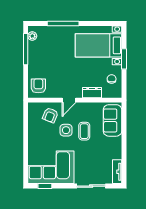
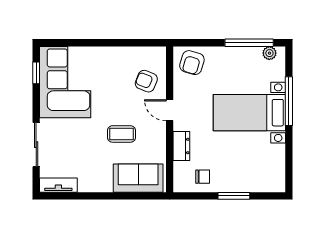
bed with nightstands: (99, 45) -> (249, 113), moved, turned -90
armchair: (38, 86) -> (192, 63), turned 107
side table: (66, 130) -> (123, 106), removed

